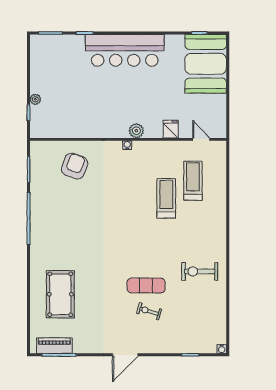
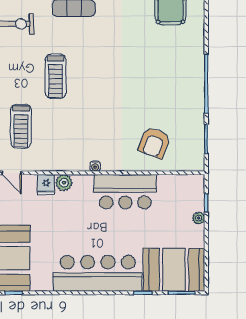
booth: (57, 53) -> (174, 270), added
bar counter: (100, 123) -> (125, 192), added
plant: (136, 131) -> (64, 183), moved
treadmill: (166, 198) -> (56, 76), moved

